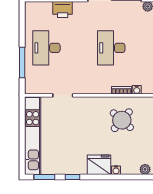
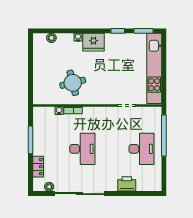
window: (22, 63) -> (164, 135), width x1.46
round table: (122, 120) -> (73, 83), turned 35

